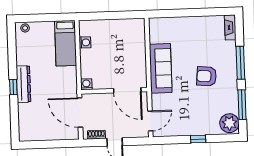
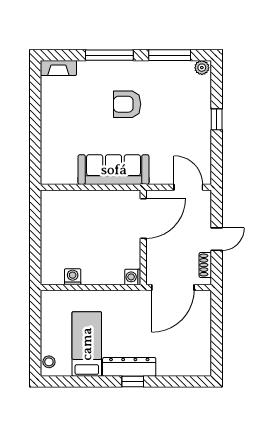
bed: (66, 43) -> (87, 344), moved, turned -90
armchair: (207, 76) -> (127, 104), turned 85
plant: (229, 123) -> (202, 68), width x0.53, depth x0.53

